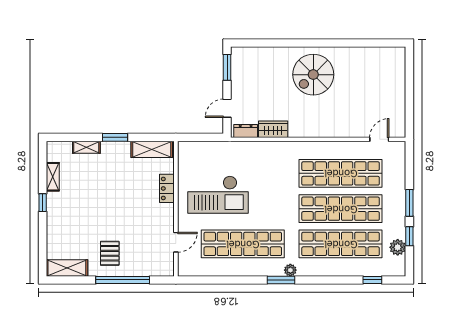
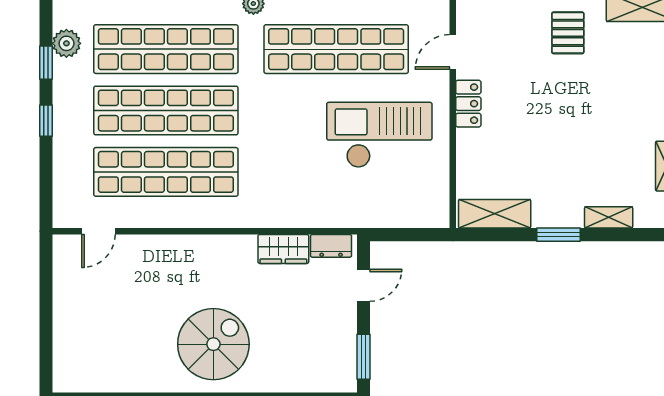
locker: (167, 188) -> (468, 104), moved
window: (409, 203) -> (46, 121), width x0.67

